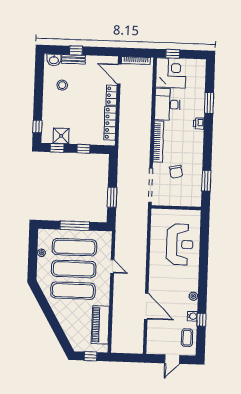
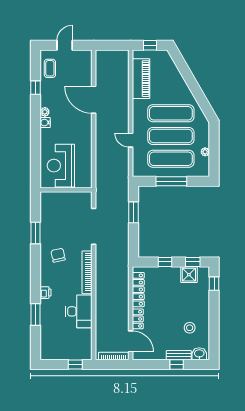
corner desk: (171, 73) -> (76, 344), removed
chair: (176, 172) -> (58, 255), moved
wall: (176, 208) -> (66, 190), moved
water cooler: (192, 316) -> (45, 123), moved

